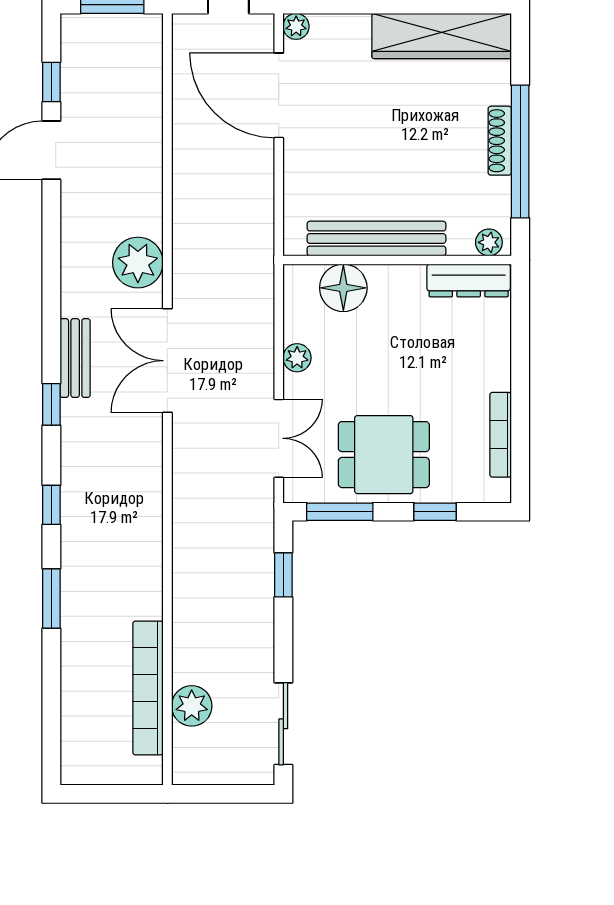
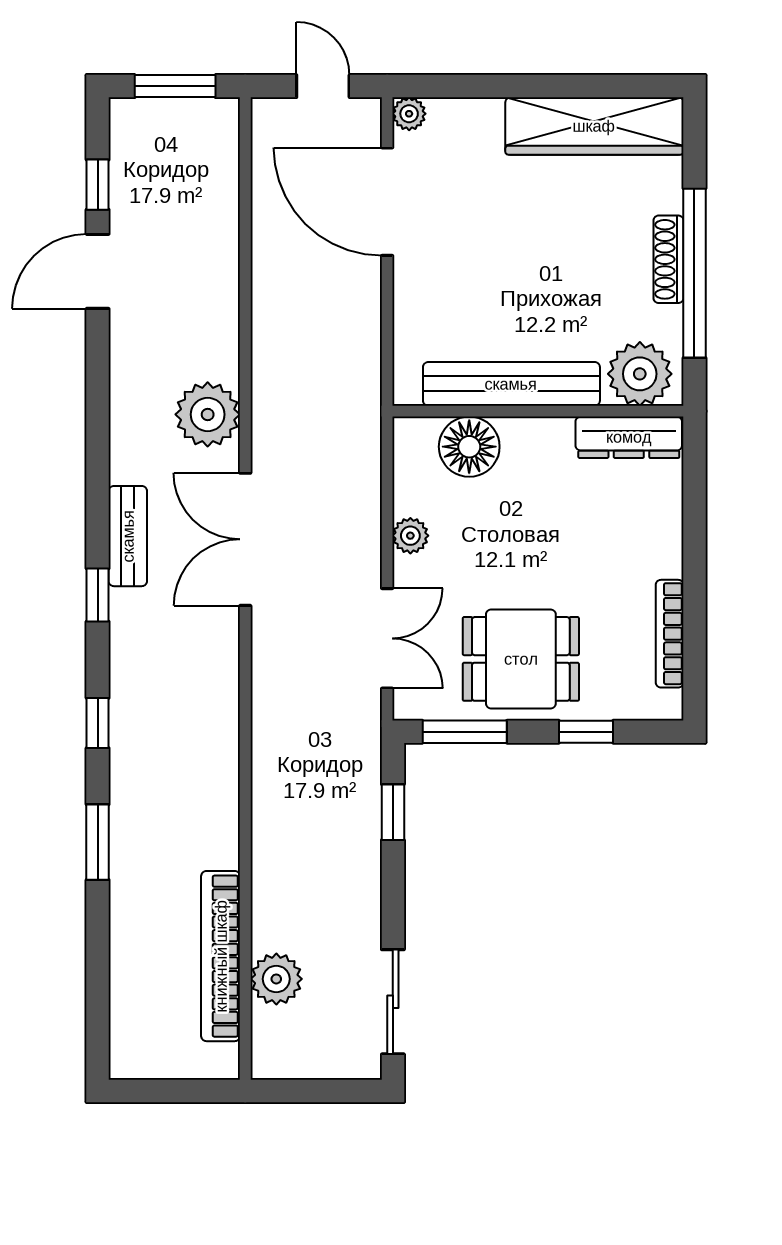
plant: (489, 242) -> (640, 374), width x1.88, depth x1.88

